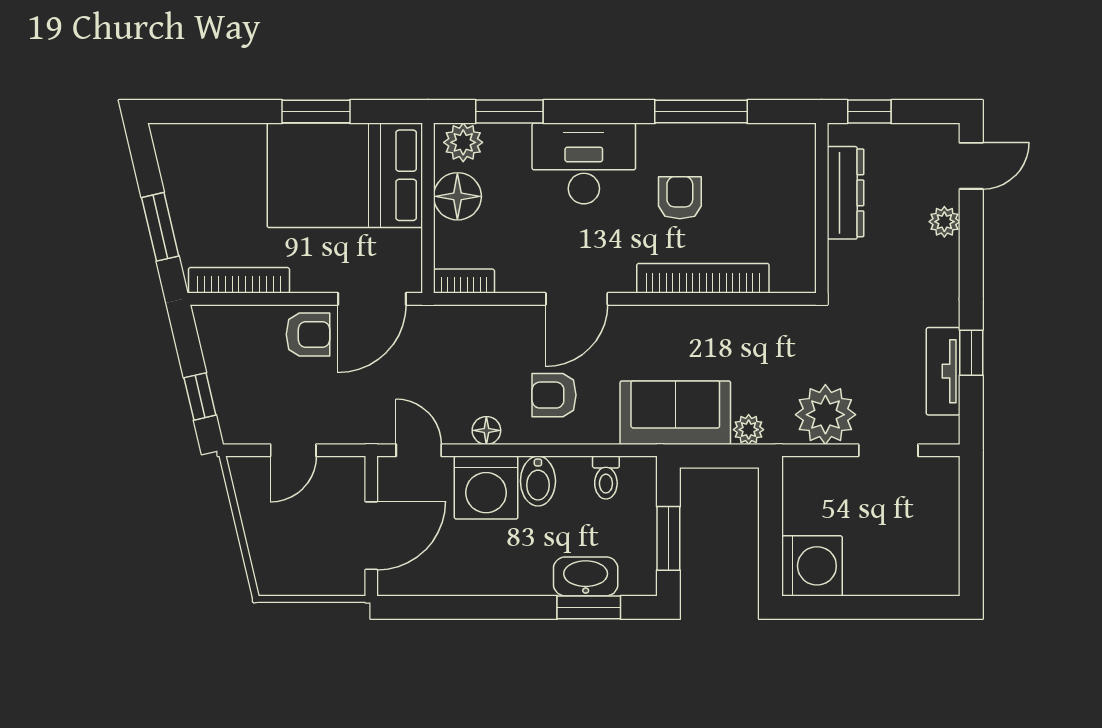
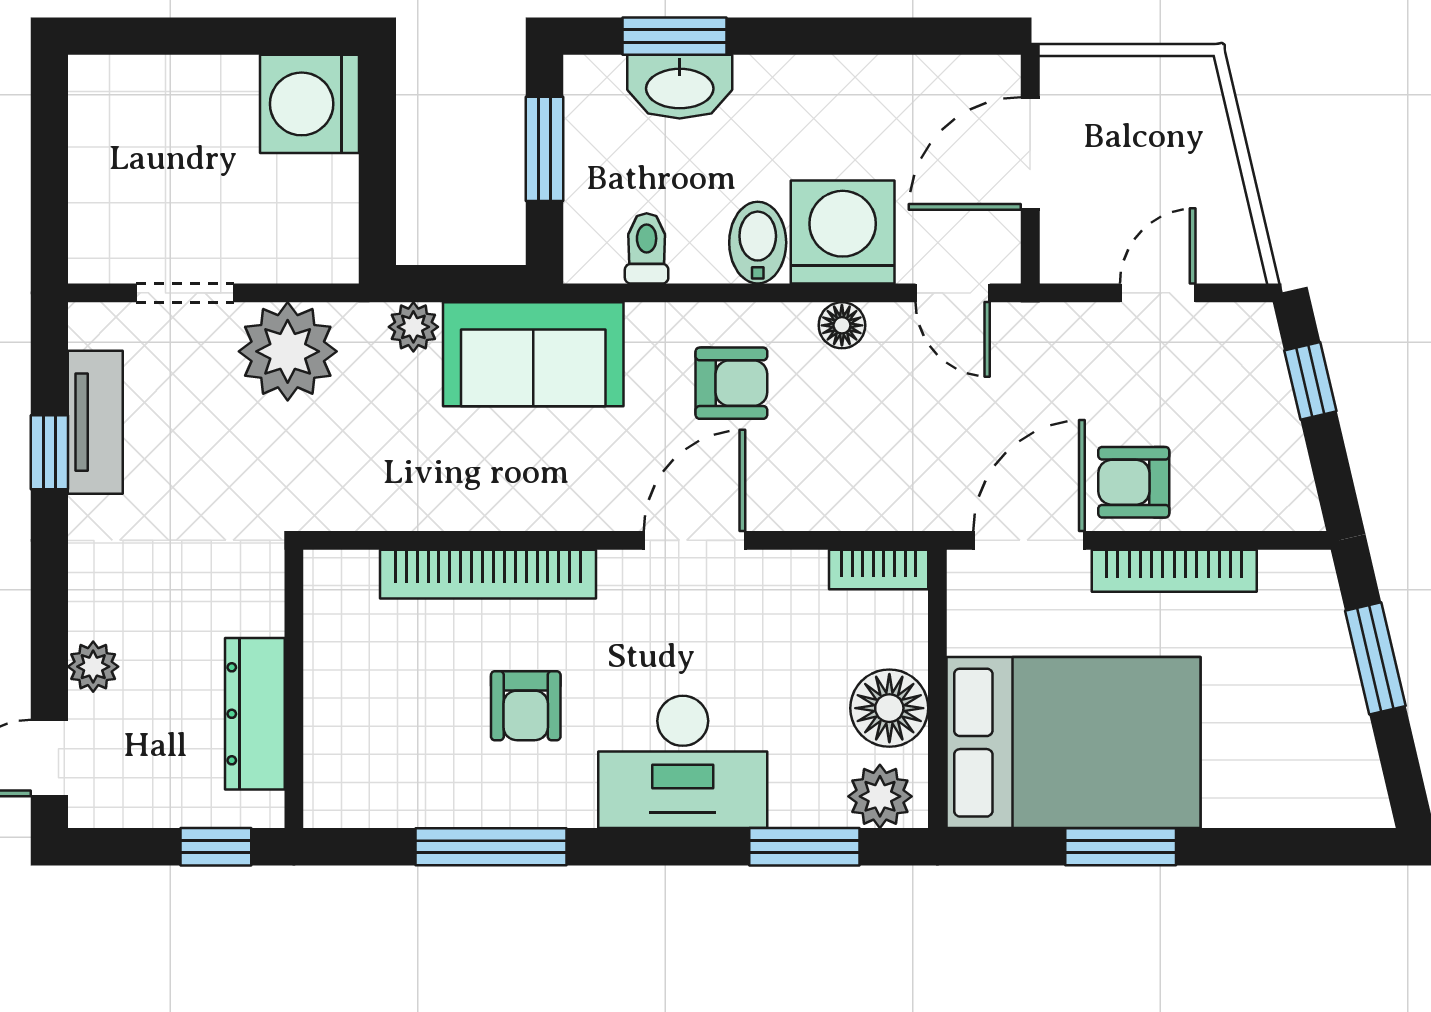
bookcase: (239, 280) -> (1174, 571), moved

